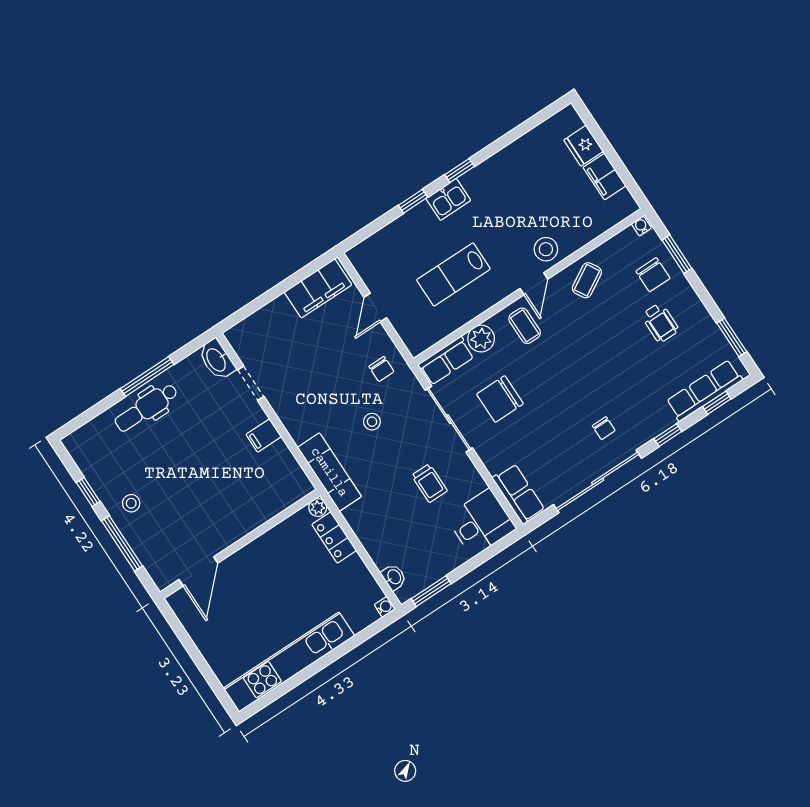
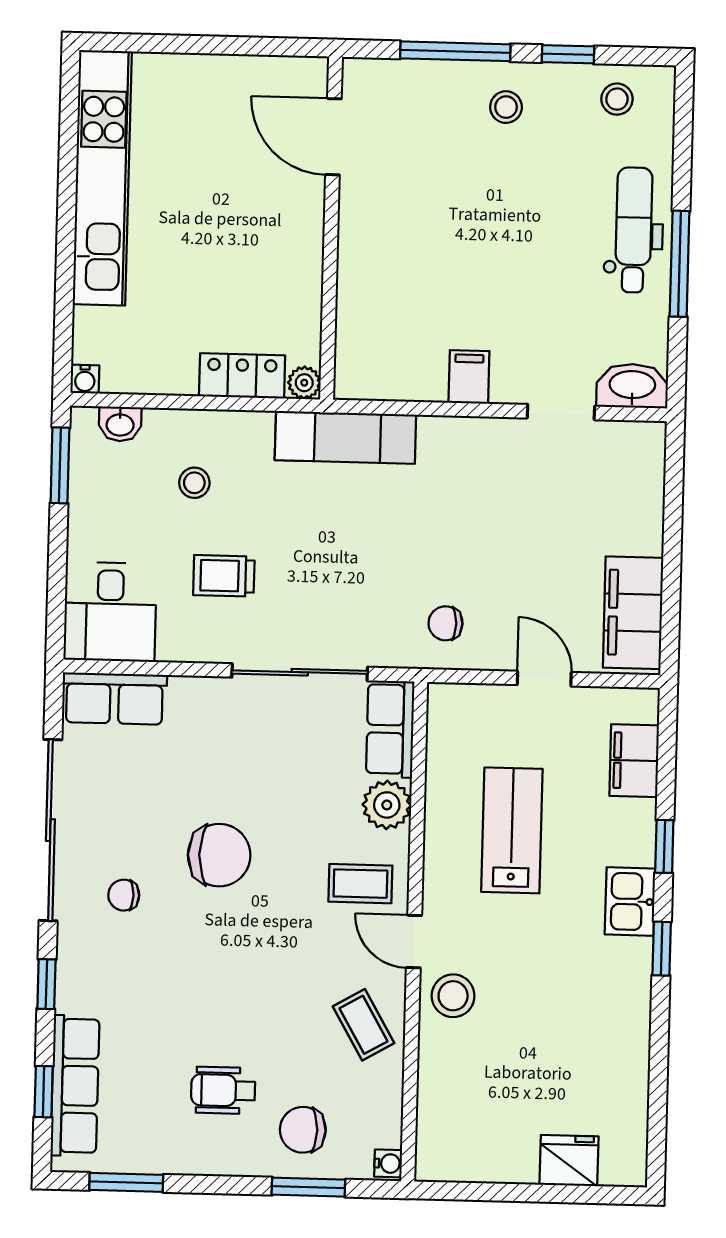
filing cabinet: (604, 177) -> (634, 761), moved, turned -90
chair: (500, 399) -> (219, 855), moved, turned 90
stool: (372, 422) -> (194, 483), moved
stool: (93, 456) -> (617, 99), added

